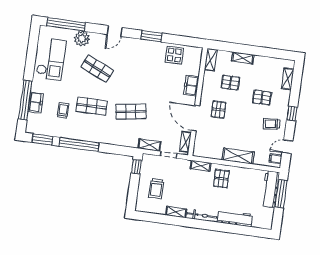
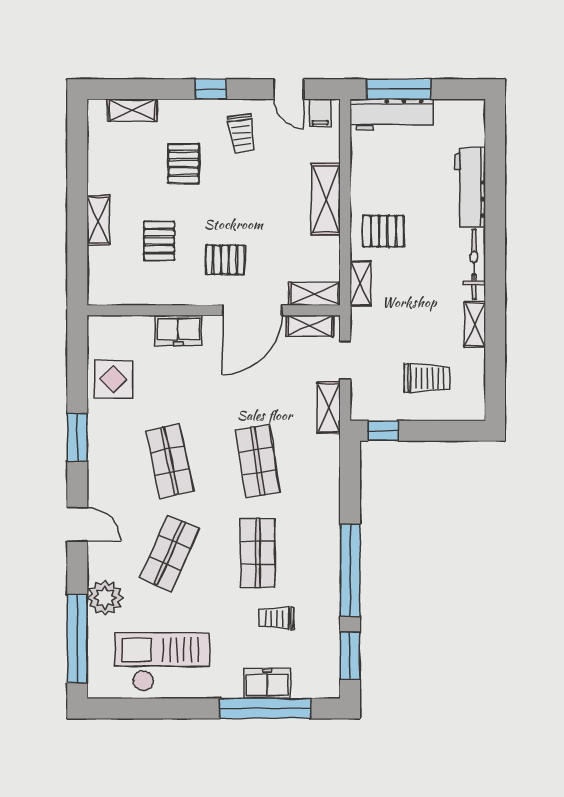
shelving: (211, 60) -> (315, 294), moved
shop shelf: (136, 74) -> (170, 461), added

